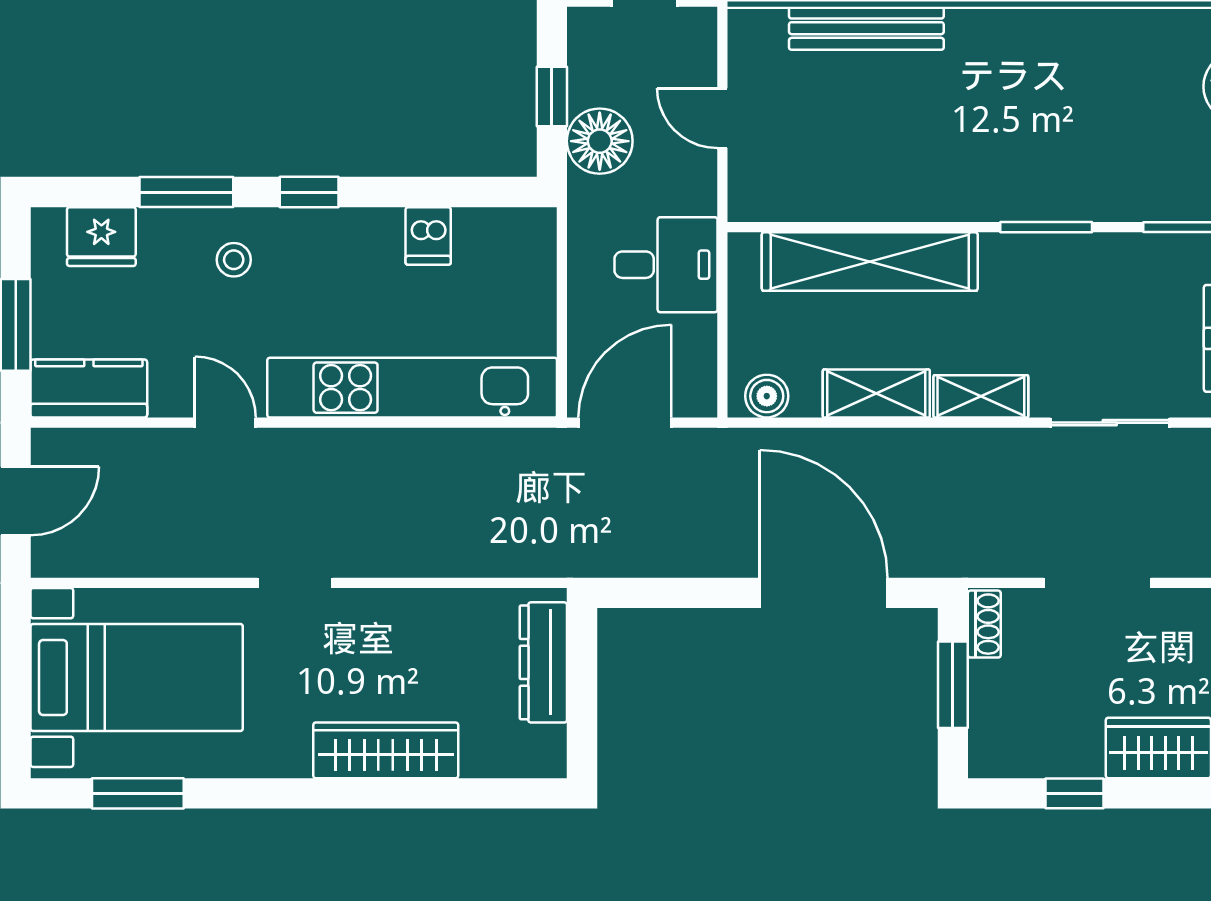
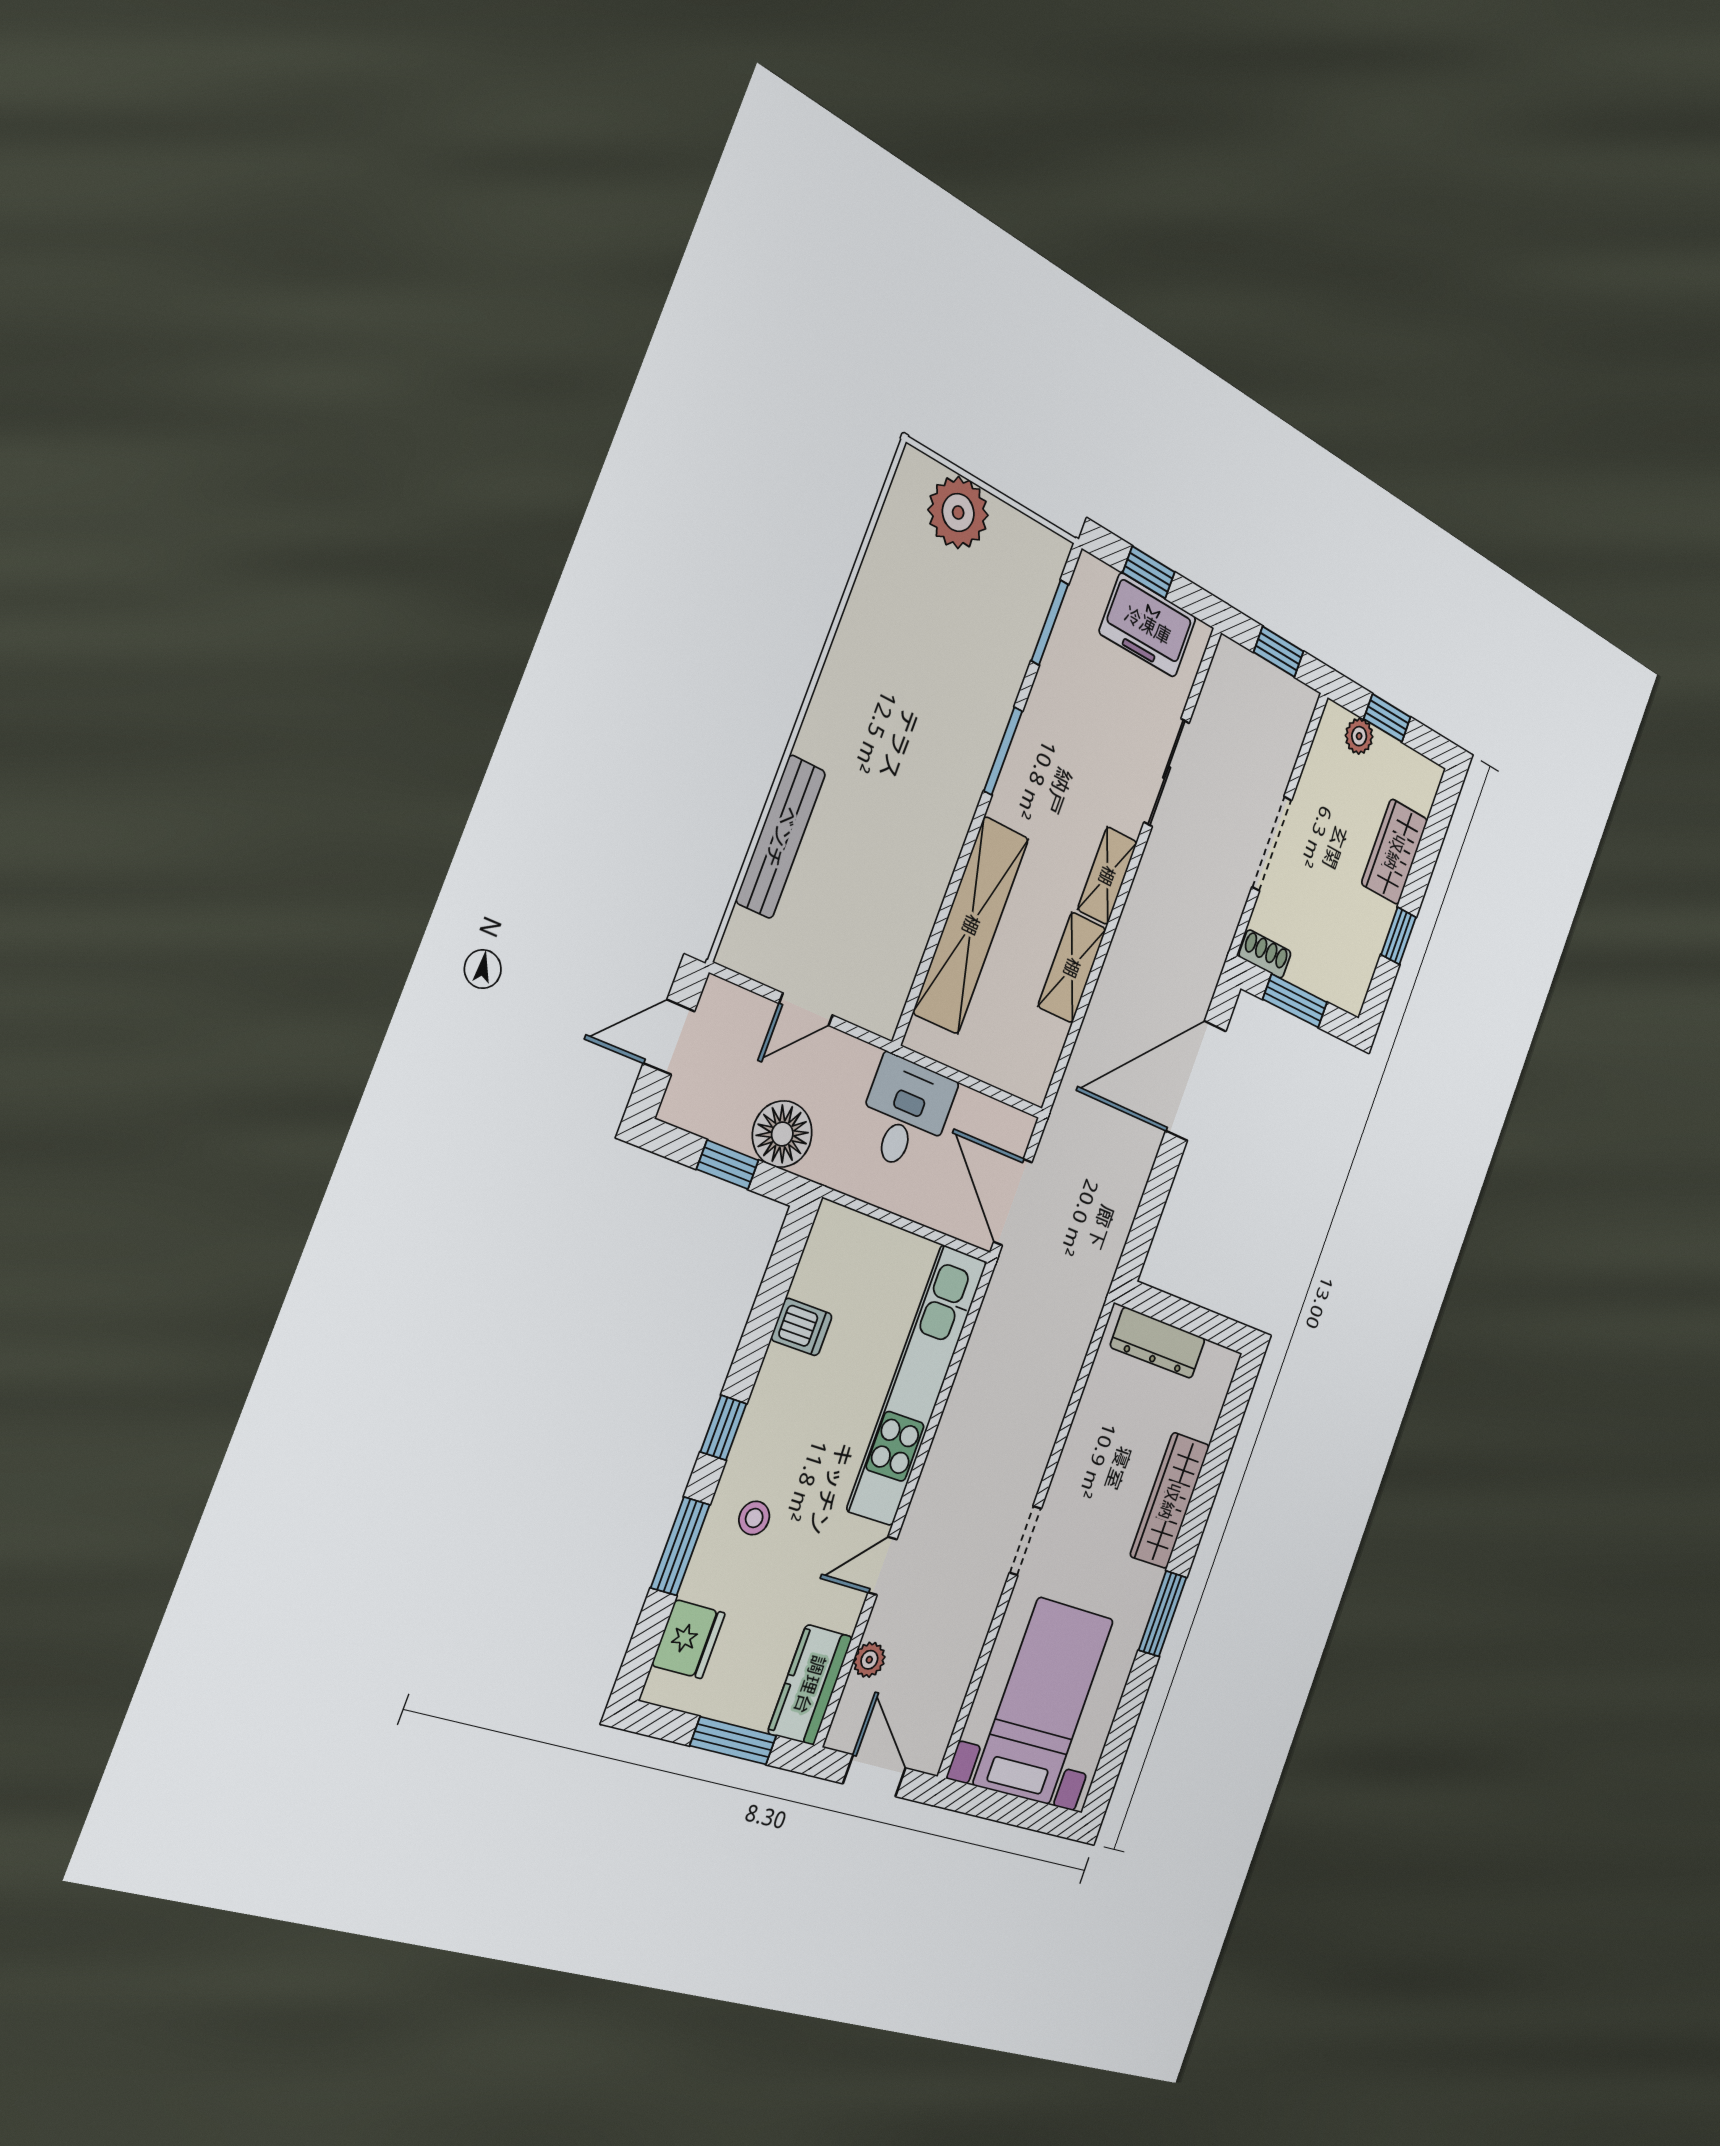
boiler: (767, 396) -> (1039, 1066), removed
plant: (129, 446) -> (869, 1660), added
window: (138, 793) -> (1163, 1614), moved

